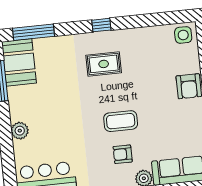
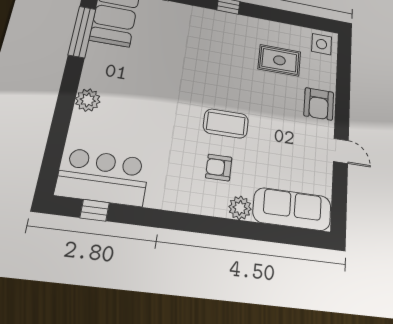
rug: (104, 64) -> (279, 60), moved

